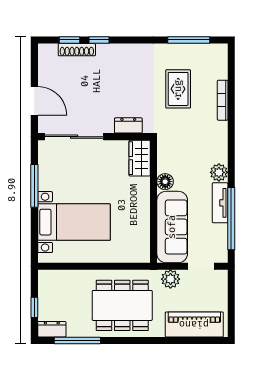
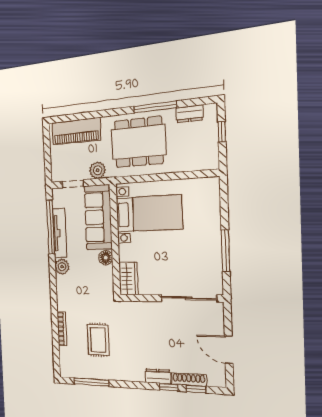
door: (34, 101) -> (229, 350), moved
dresser: (128, 125) -> (158, 376), moved, turned 180
tv unit: (220, 203) -> (60, 233), width x1.41
bed with nightstands: (74, 222) -> (149, 213), moved, turned 180
dresser: (52, 329) -> (190, 114), moved
window: (77, 340) -> (155, 107), moved

